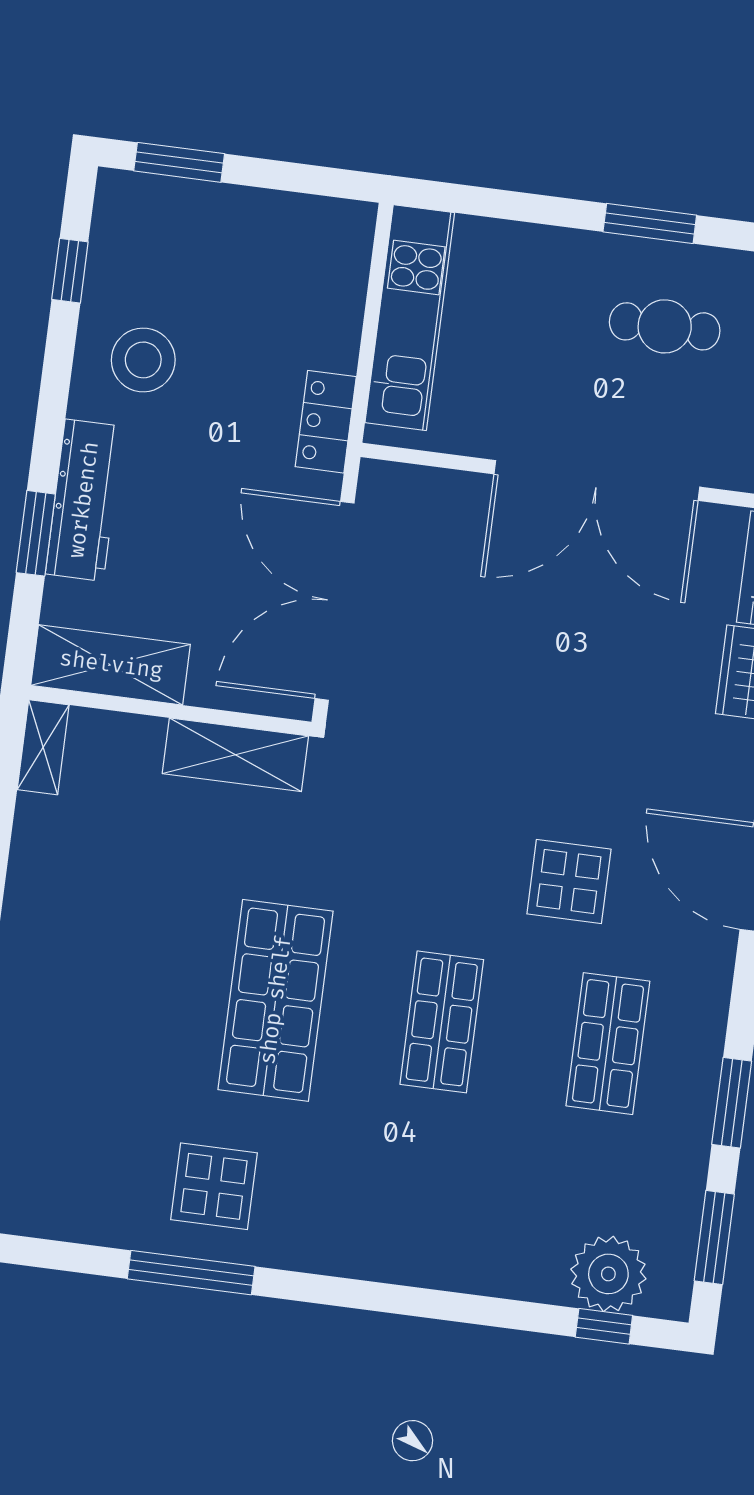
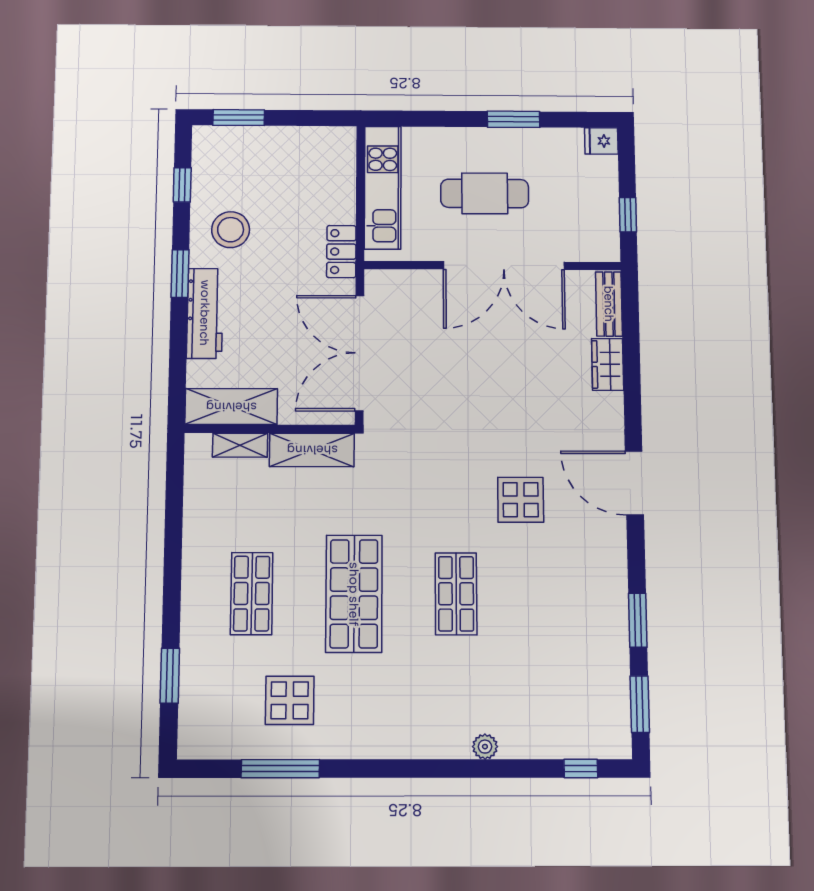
cafe table: (665, 326) -> (485, 193), moved, width x1.37, depth x1.35
window: (36, 533) -> (180, 274), moved
shelving: (43, 747) -> (240, 445), moved, turned 90
shop shelf: (608, 1044) -> (252, 594), moved
display table: (214, 1186) -> (290, 700), moved
window: (191, 1273) -> (280, 769), moved
plant: (608, 1274) -> (485, 747), moved, width x0.53, depth x0.53

